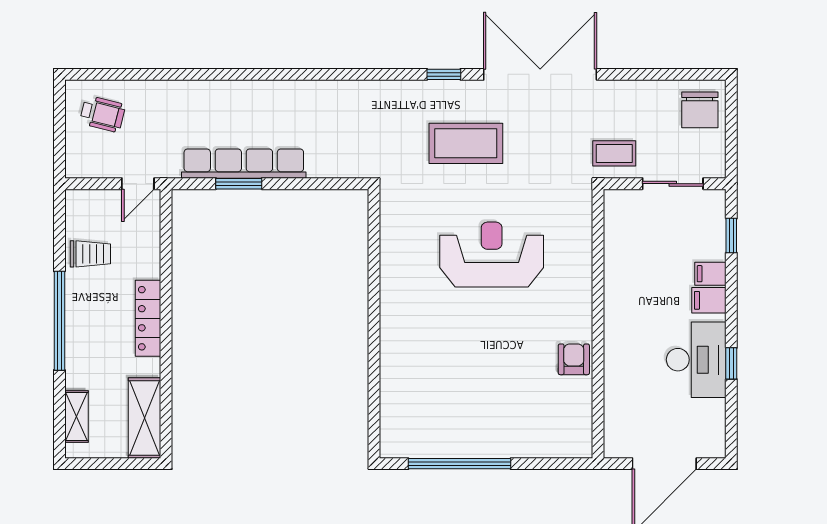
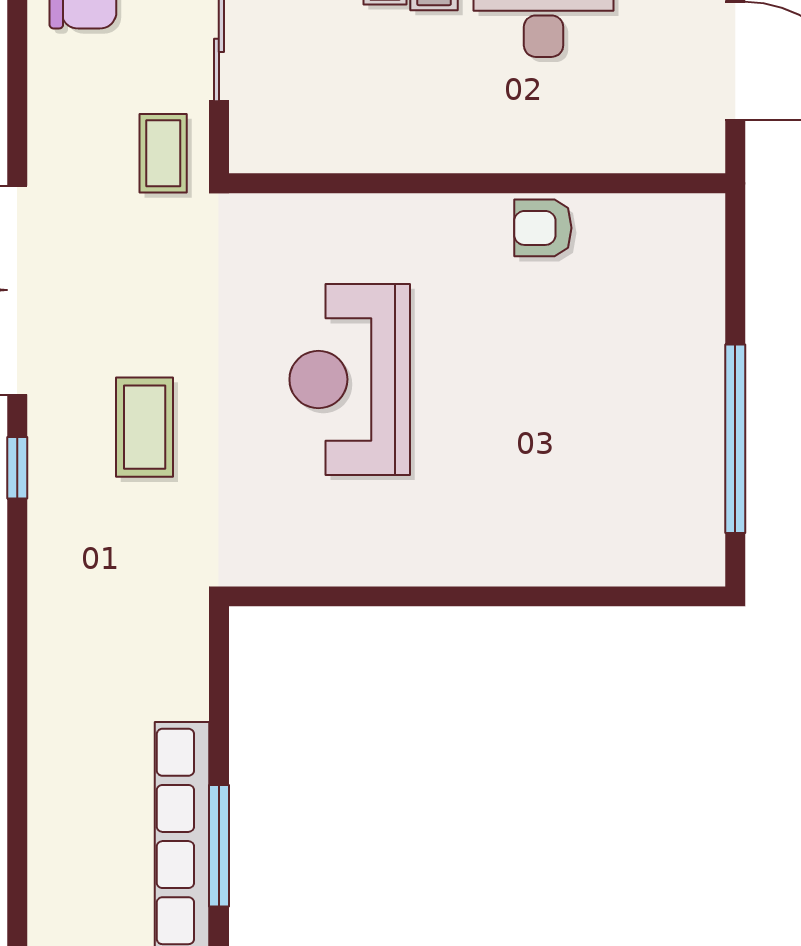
coffee table: (466, 143) -> (145, 427), width x0.73, depth x0.76
window: (239, 184) -> (219, 846), width x1.44

